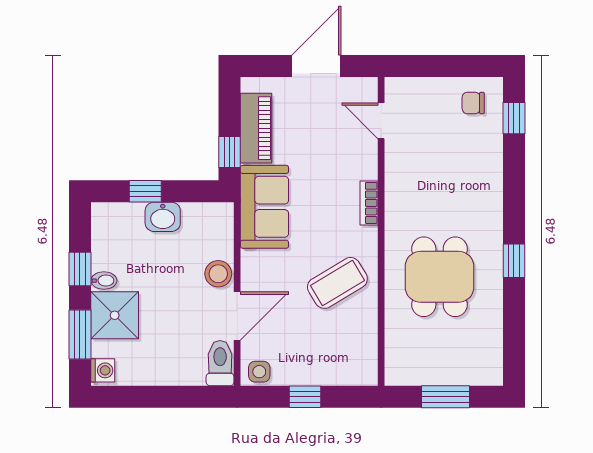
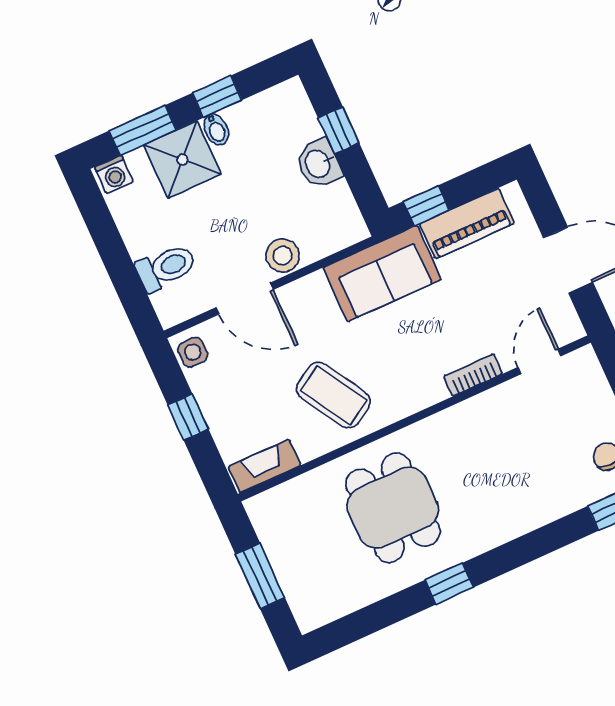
bookcase: (369, 203) -> (473, 375), moved
dining table: (440, 277) -> (393, 508), turned 90
fireplace: (366, 357) -> (265, 466), added
toilet: (220, 363) -> (166, 267), moved

